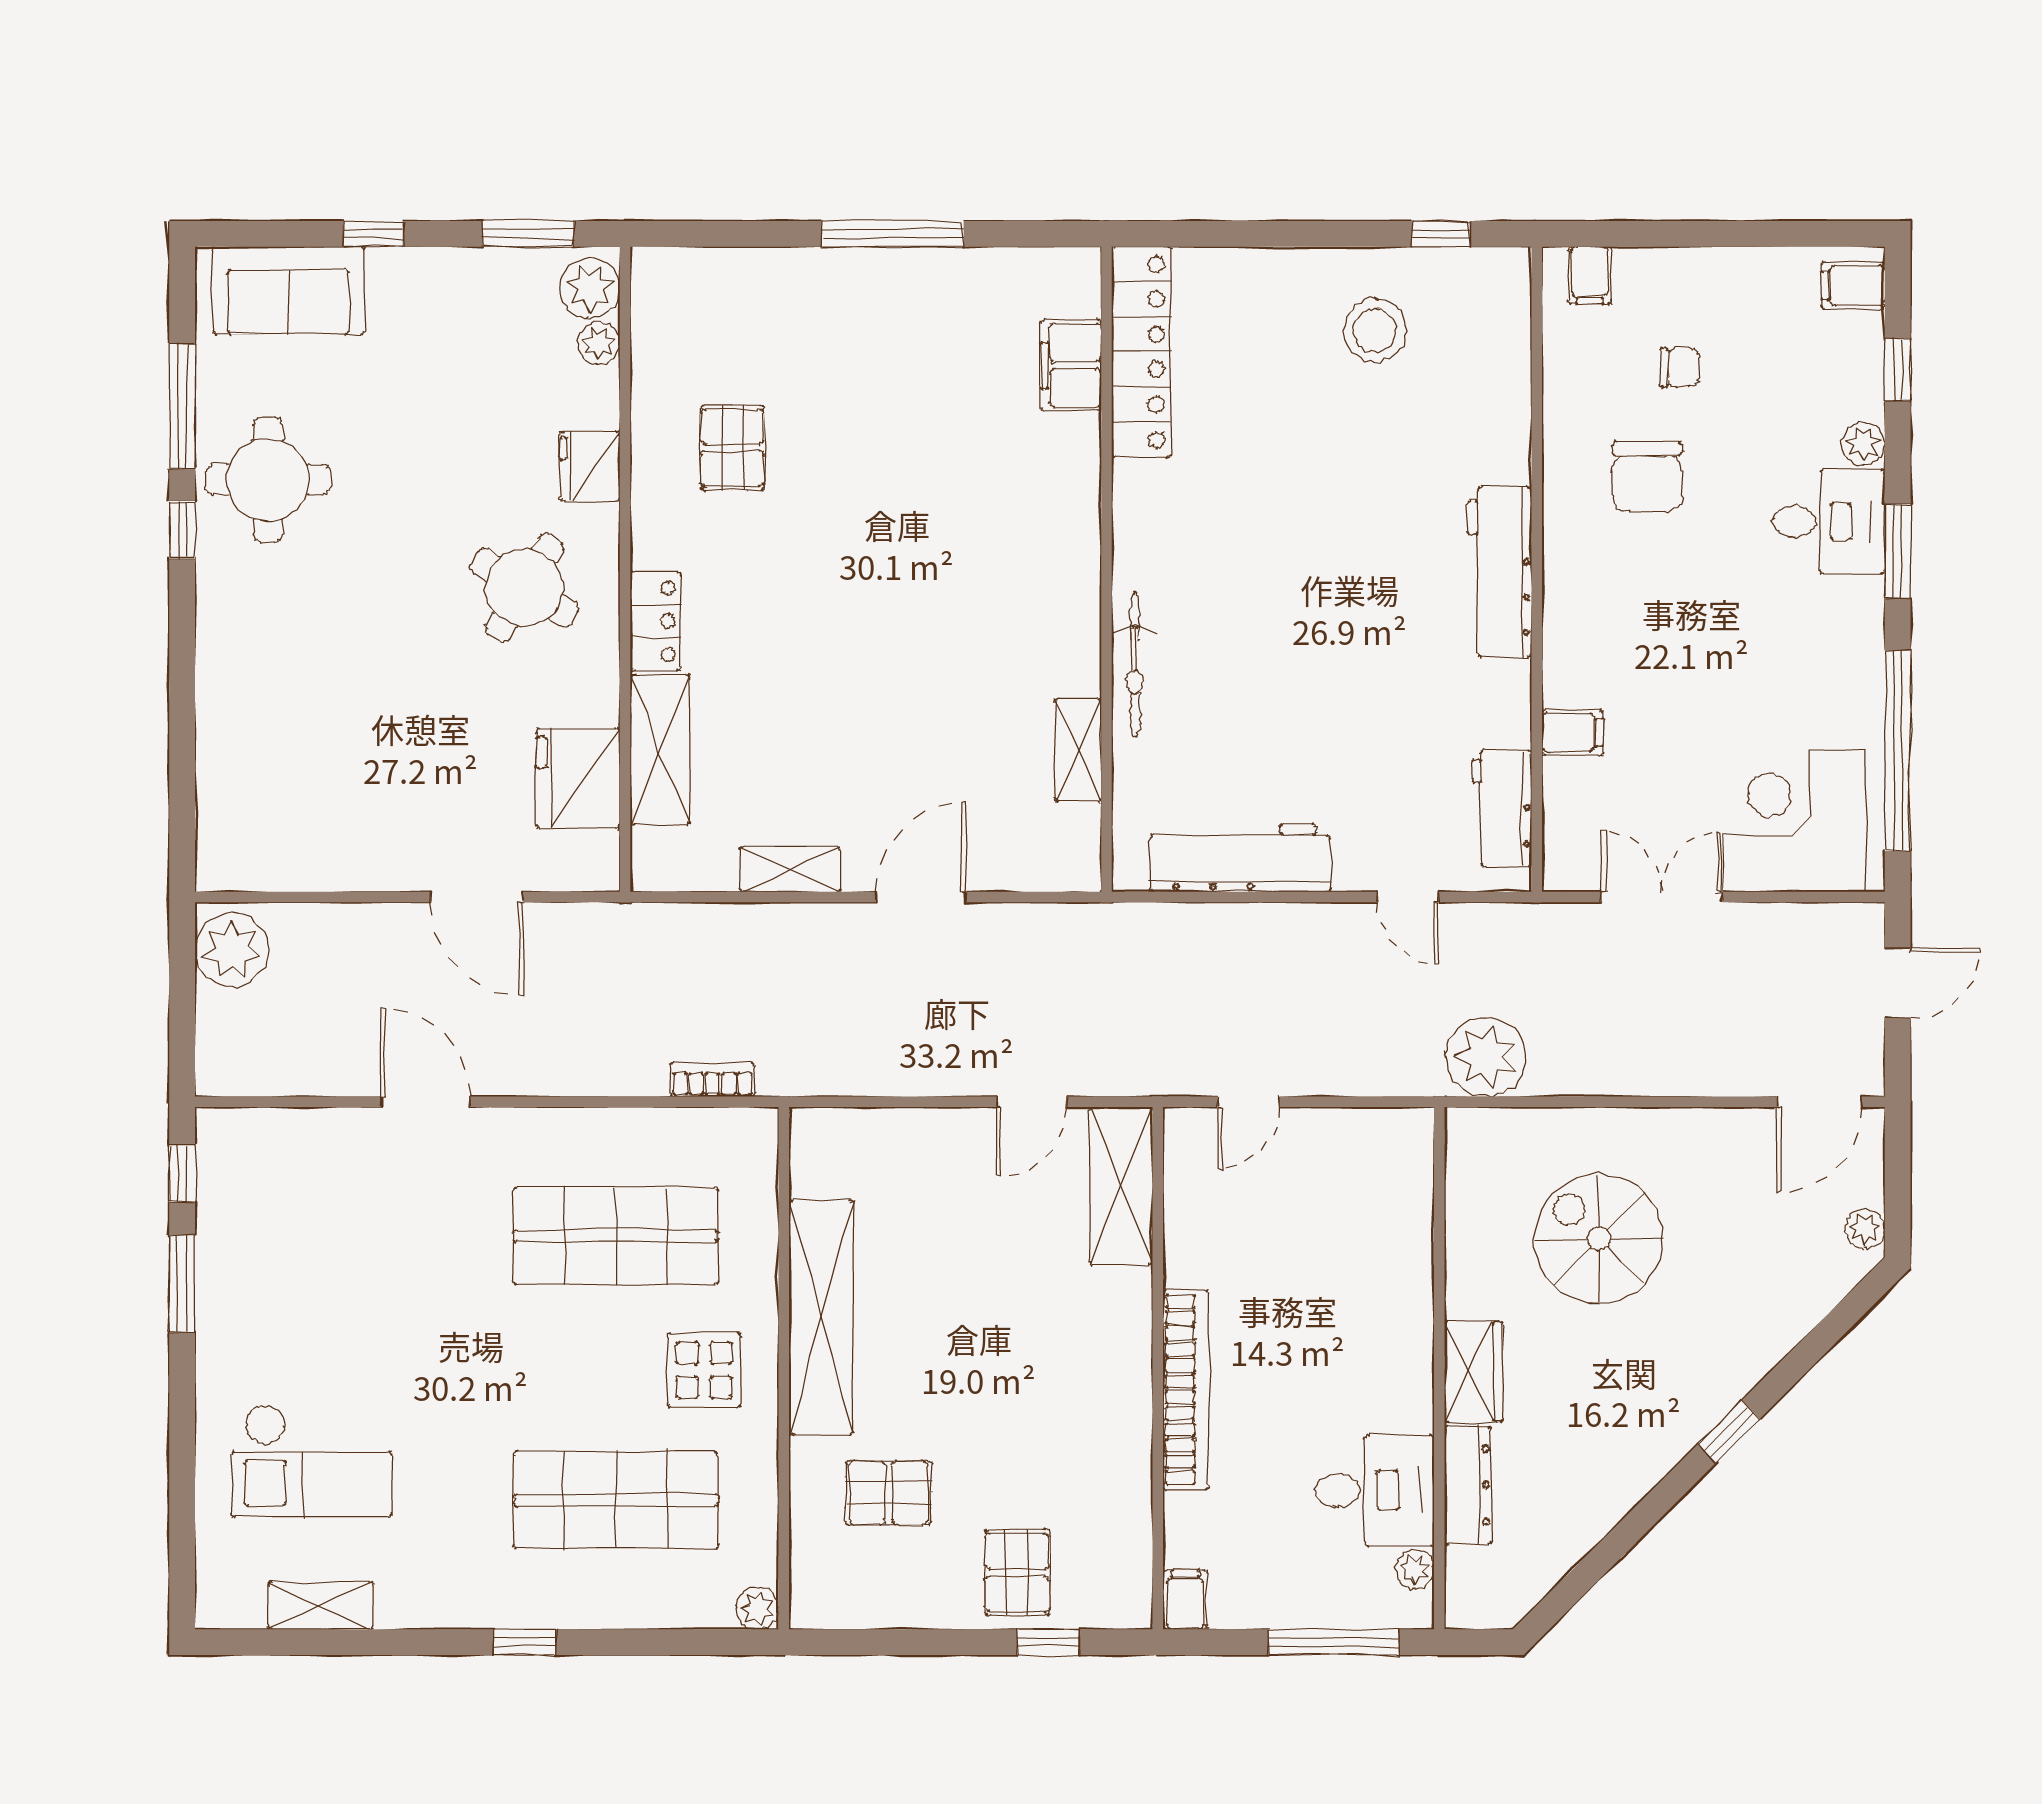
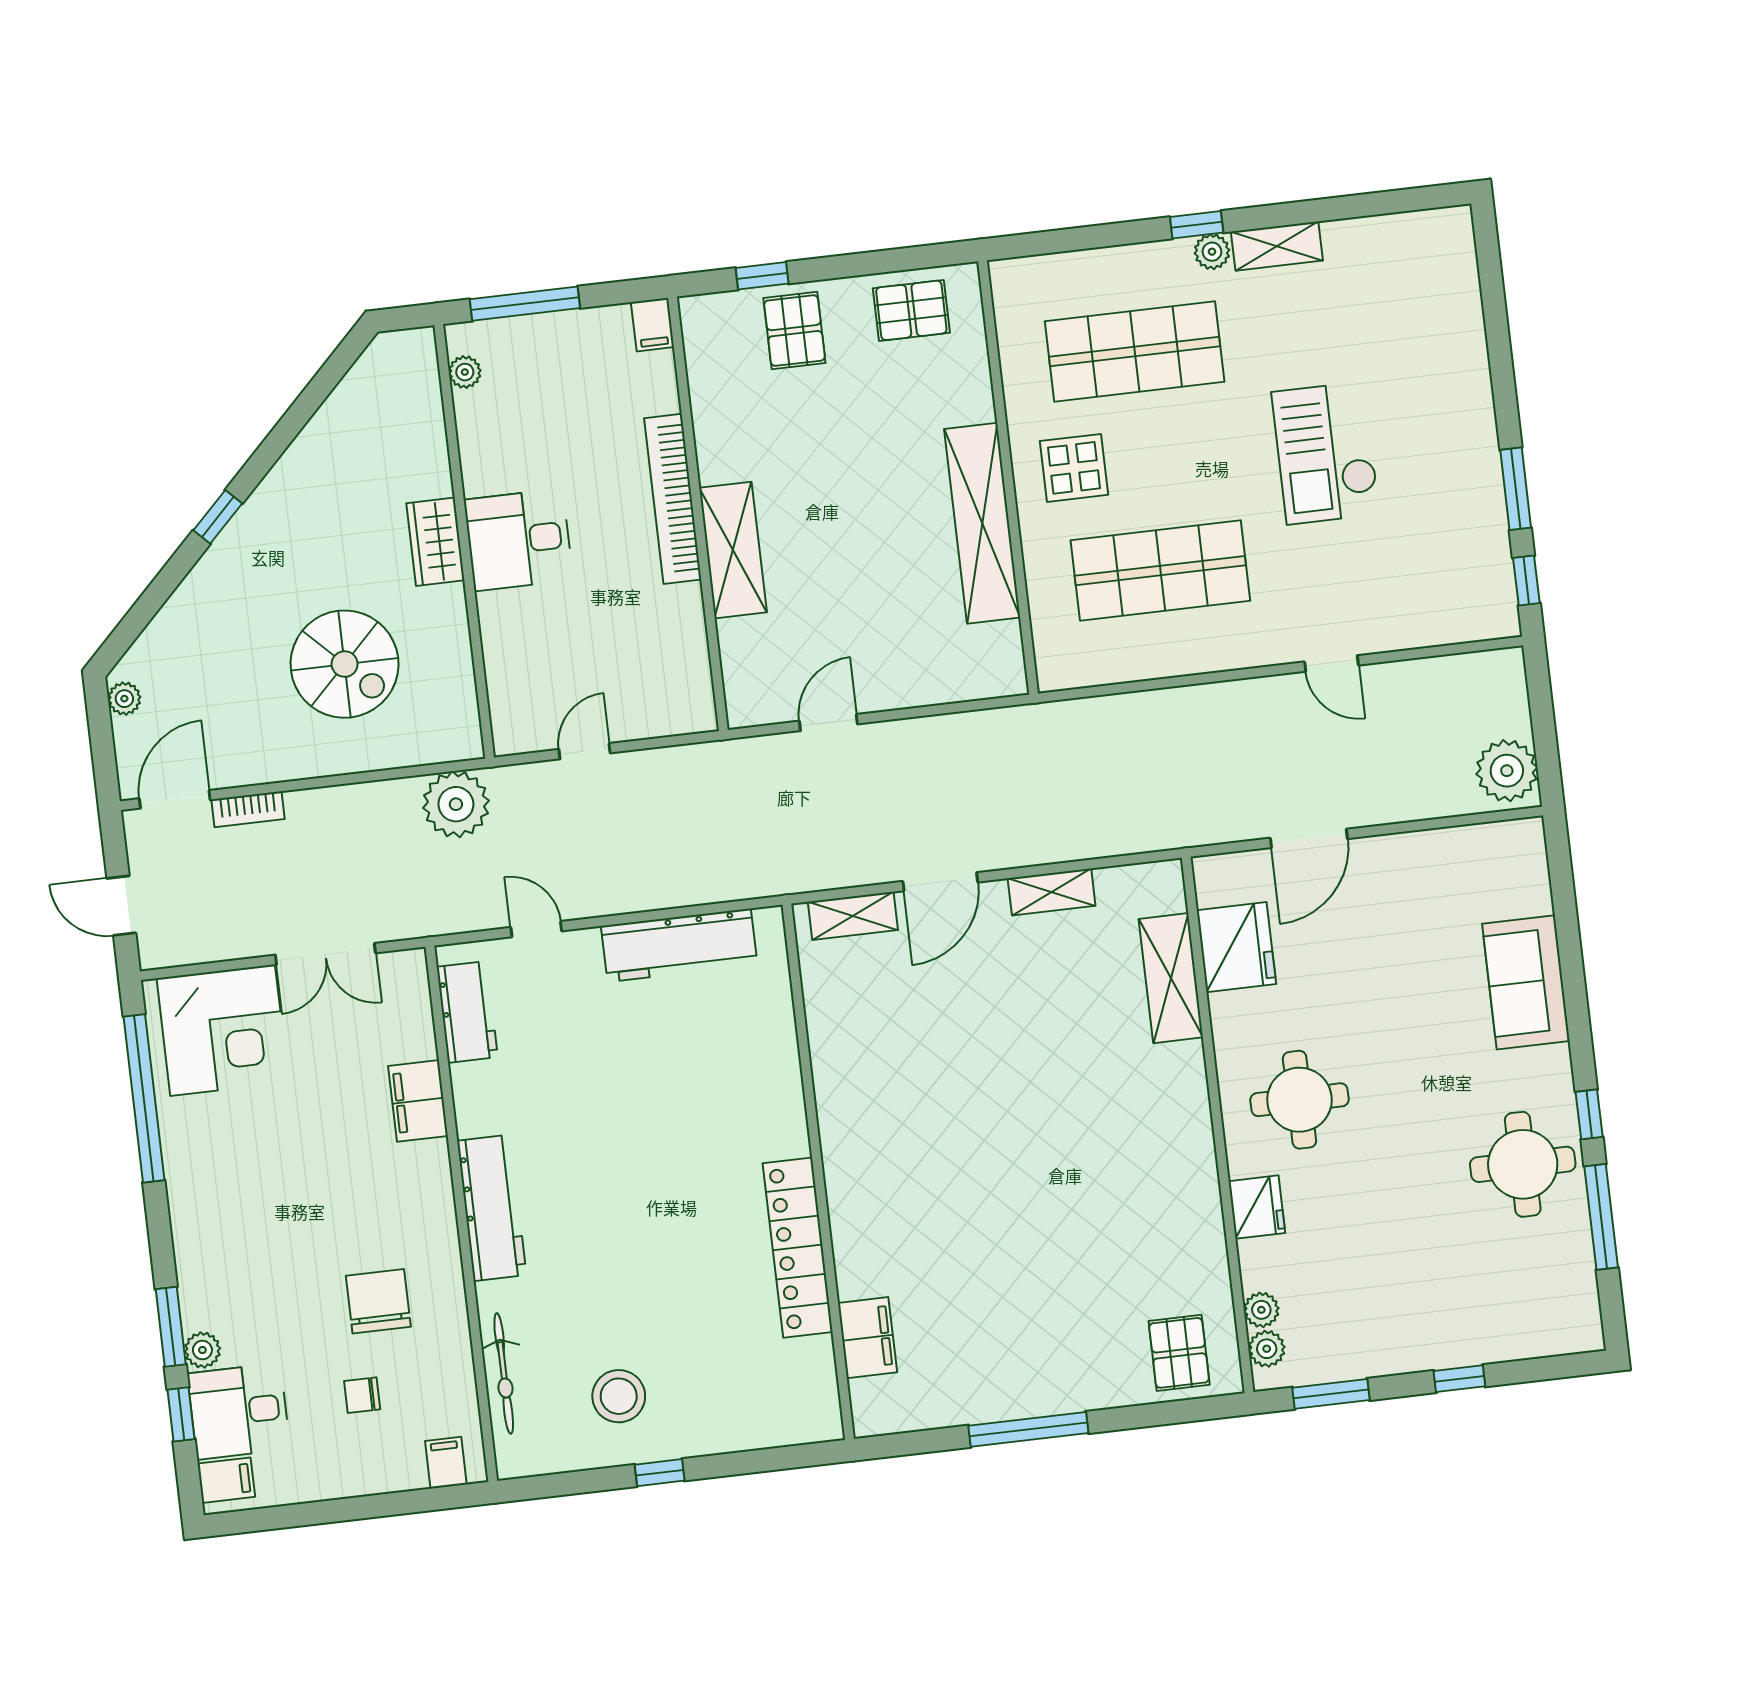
window: (1441, 234) -> (660, 1473), moved
plant: (590, 288) -> (1267, 1349), width x0.73, depth x0.73
sofa: (288, 291) -> (1526, 982), moved, turned -90
locker: (1141, 352) -> (798, 1248), moved
pallet: (732, 448) -> (1179, 1353), moved
desk: (1829, 521) -> (239, 1411), moved
window: (1898, 551) -> (171, 1327), moved
round table: (524, 588) -> (1299, 1100), turned -31
locker: (655, 621) -> (1187, 1085), removed
bicycle: (1135, 664) -> (504, 1373), moved, turned 180
filing cabinet: (1572, 732) -> (418, 1101), width x2.00
shelving: (1078, 750) -> (853, 916), moved, turned 90
door: (477, 897) -> (1309, 838), swing flipped
door: (1898, 983) -> (121, 906), hinge flipped
bookcase: (713, 1080) -> (248, 809), moved
door: (425, 1102) -> (1331, 663), width x0.73
door: (1249, 1102) -> (585, 751), moved
shelving: (1121, 1186) -> (733, 550), moved
checkout: (312, 1461) -> (1326, 453), moved, turned -90
dresser: (1468, 1485) -> (429, 447), removed
desk: (1374, 1490) -> (519, 540), moved
pallet: (889, 1493) -> (911, 310), moved
shelving: (320, 1606) -> (1277, 246), moved
plant: (757, 1608) -> (1212, 252), moved

